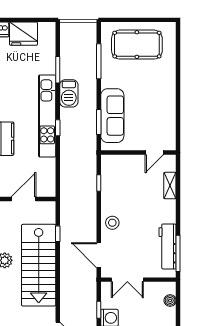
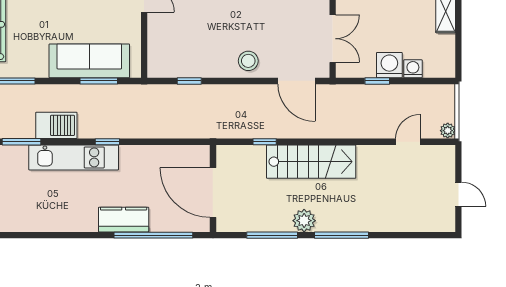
kitchen unit: (47, 116) -> (74, 157), width x0.73
door: (23, 199) -> (213, 193), width x1.36
door: (99, 255) -> (296, 81), hinge flipped
stairs: (39, 265) -> (311, 162), width x0.73, depth x0.66

